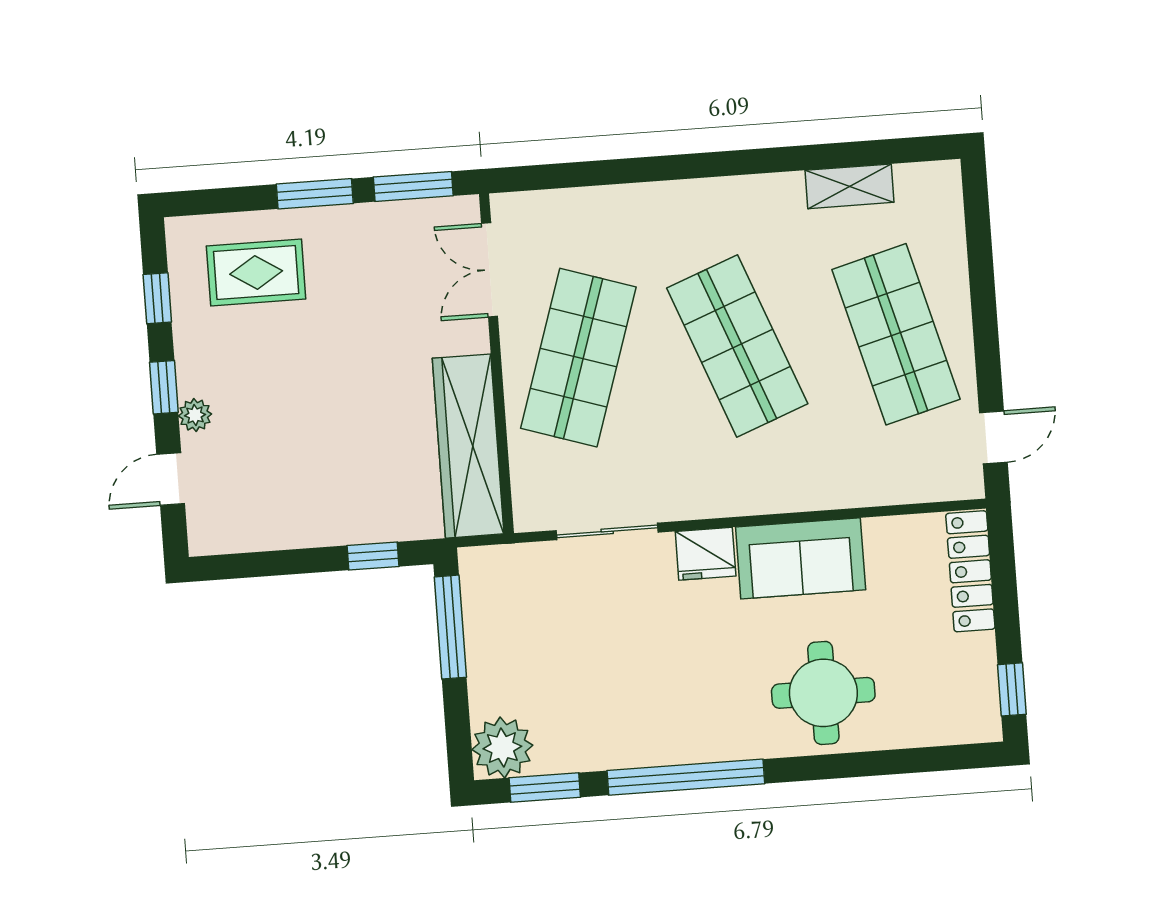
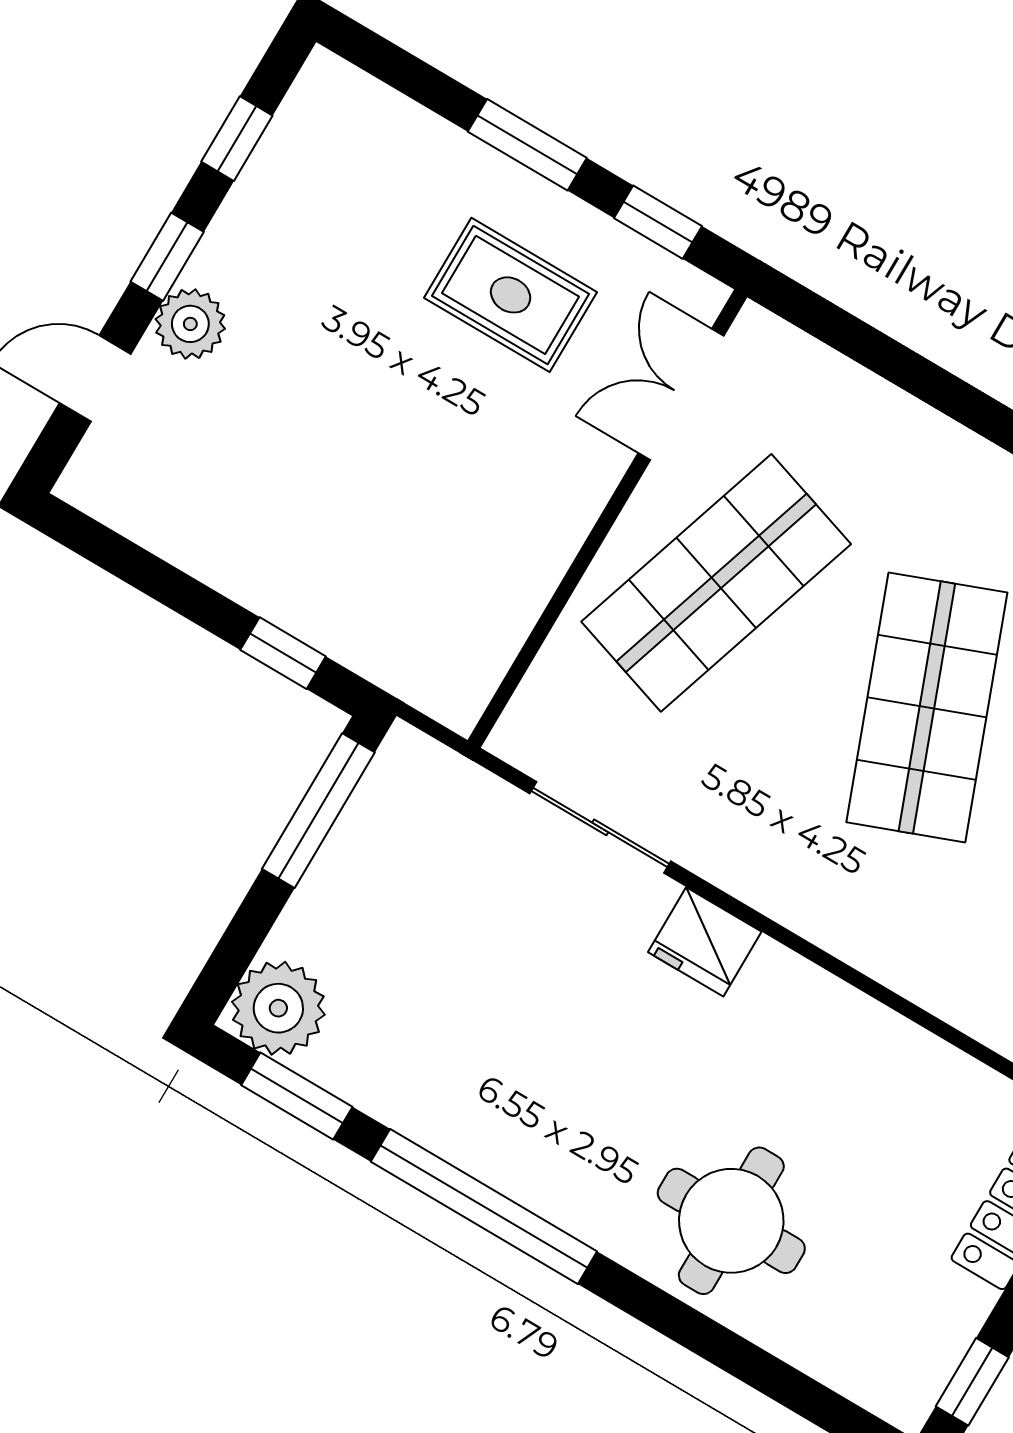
window: (413, 186) -> (658, 222), width x0.67
rug: (256, 272) -> (511, 295), moved
plant: (195, 415) -> (190, 324), width x1.38, depth x1.38
wardrobe: (468, 446) -> (500, 598), removed
sofa: (801, 558) -> (820, 1031), removed

